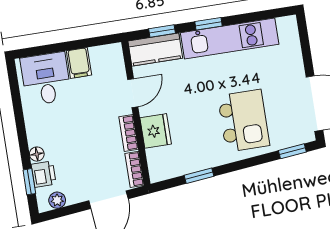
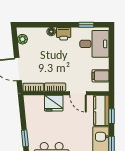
filing cabinet: (79, 63) -> (101, 76), moved
printer: (44, 174) -> (64, 34), moved
window: (199, 176) -> (25, 138), moved
window: (29, 182) -> (86, 25), moved

